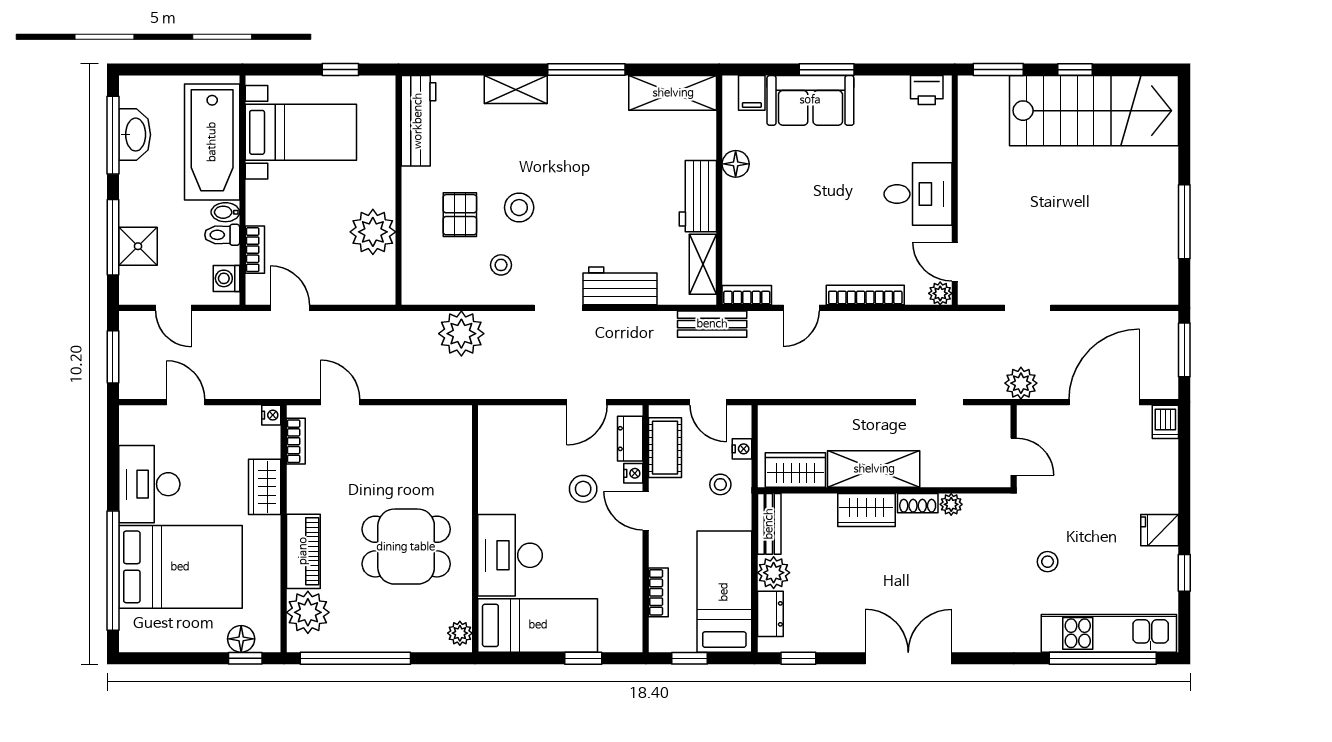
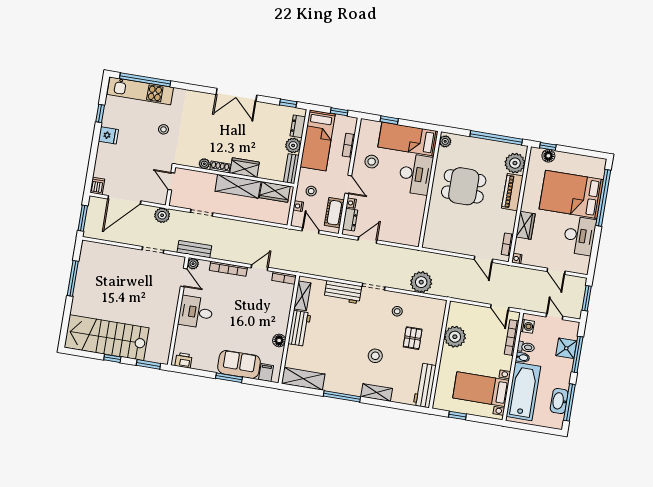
stool: (519, 208) -> (375, 356), moved
bookcase: (255, 250) -> (512, 338), width x1.56
bench: (712, 324) -> (194, 249), moved
stool: (583, 489) -> (372, 162), moved

